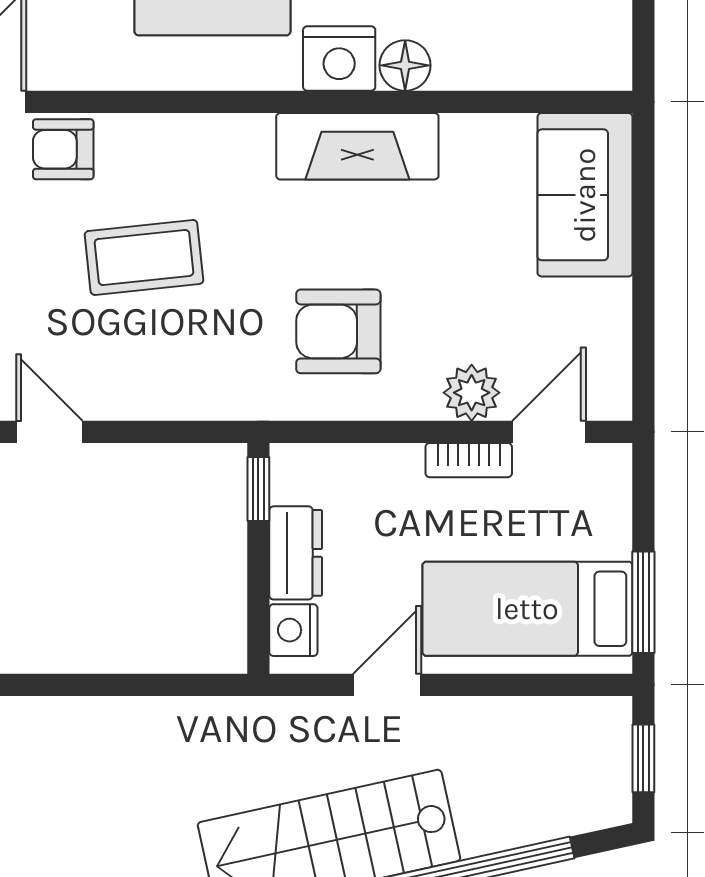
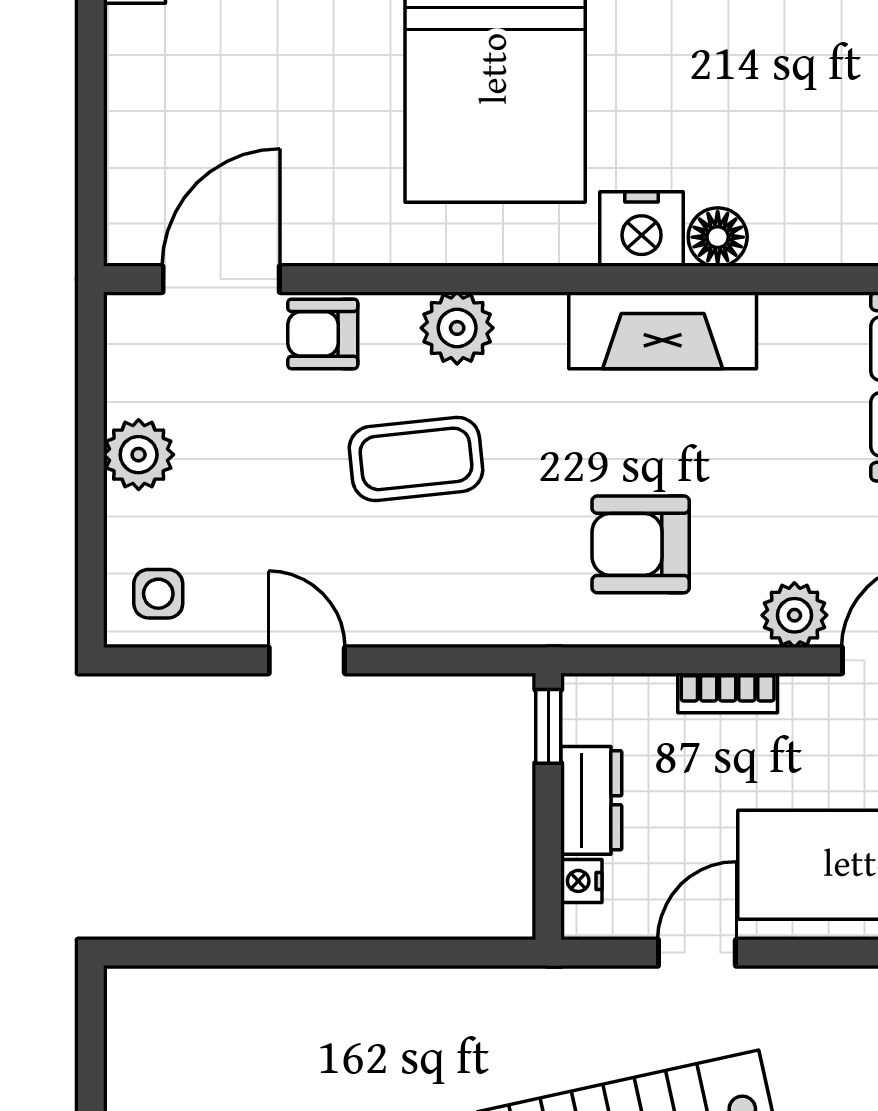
plant: (180, 144) -> (457, 328), added
bookcase: (469, 460) -> (728, 693), moved
nightstand: (293, 630) -> (581, 881), width x0.72, depth x0.74

